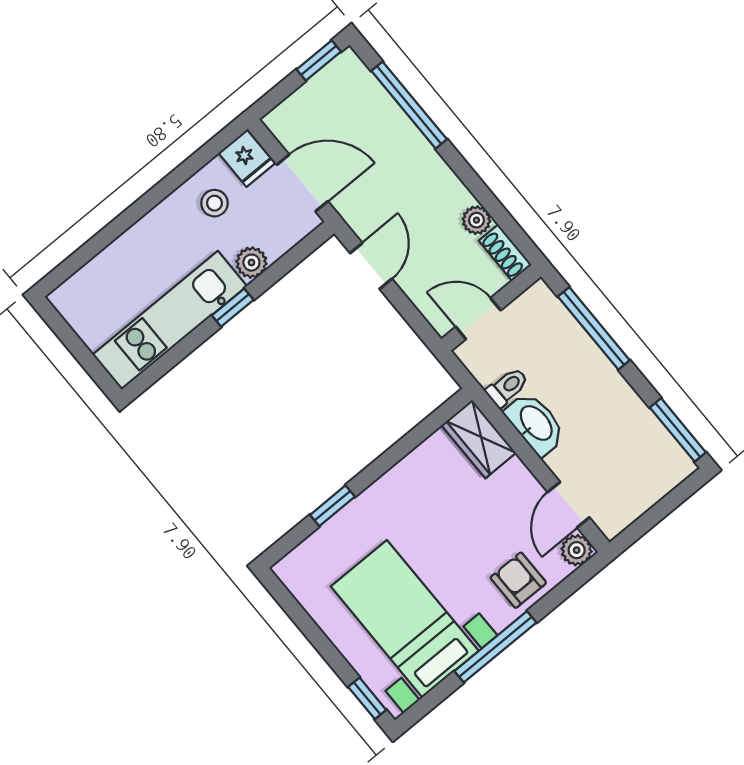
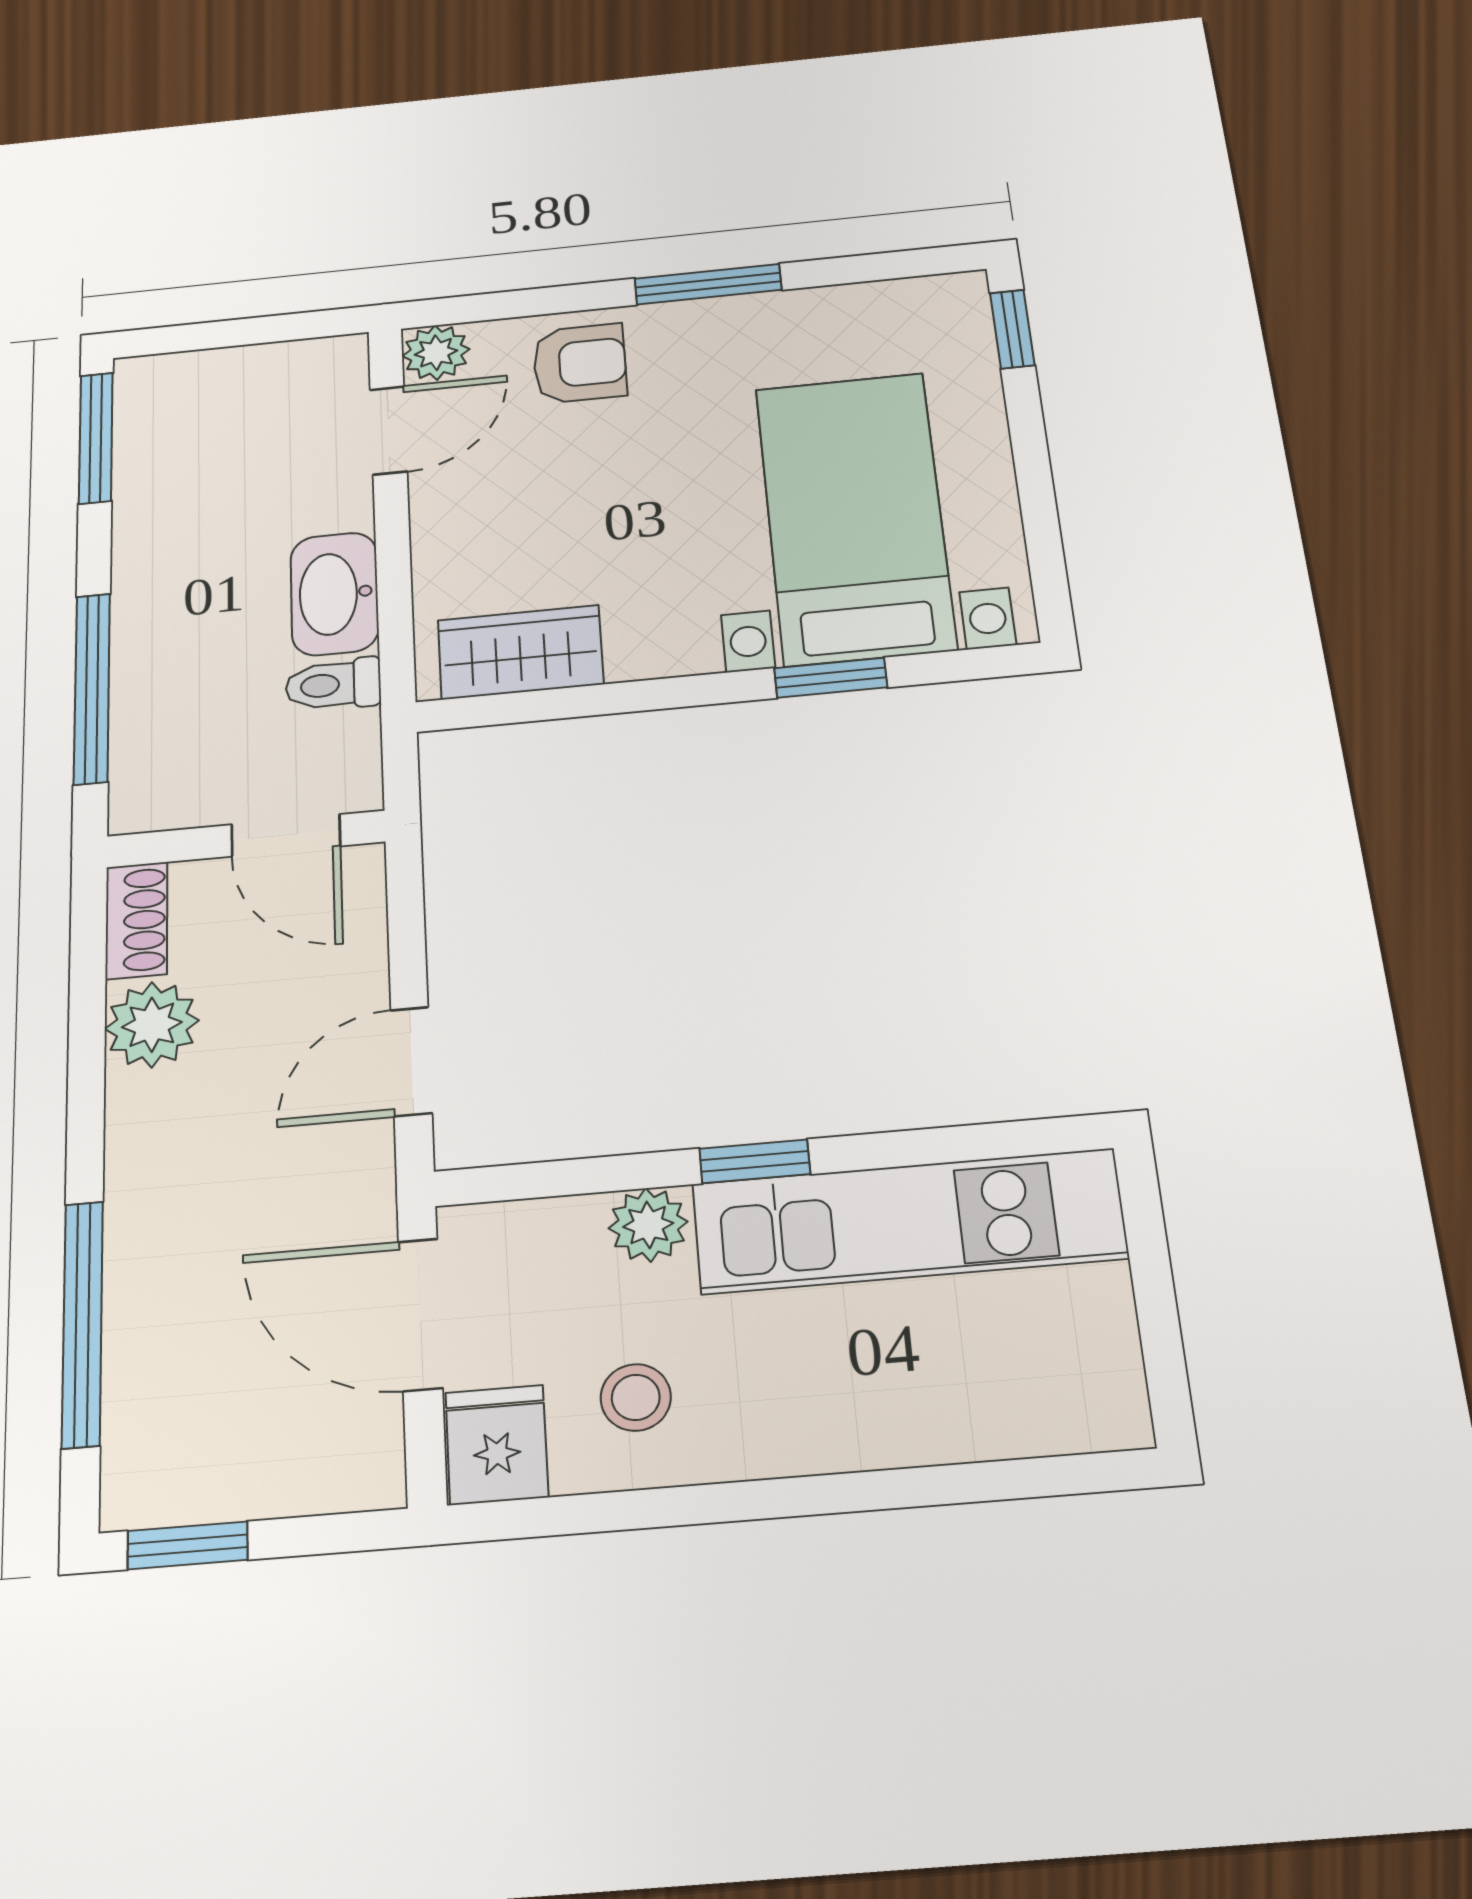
plant: (476, 220) -> (152, 1025), width x1.38, depth x1.38
wardrobe: (479, 439) -> (520, 652), moved, turned -90
armchair: (518, 580) -> (580, 363), turned -90
bed with nightstands: (405, 619) -> (855, 517), moved, turned 180
window: (495, 647) -> (708, 284), width x0.69

